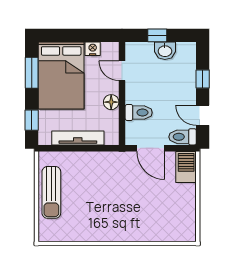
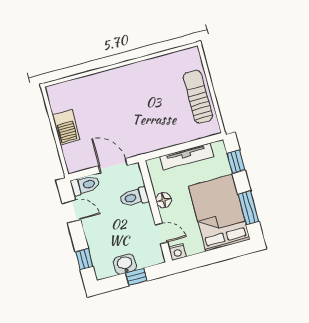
nightstand: (93, 49) -> (177, 252), moved
window: (203, 79) -> (84, 259), moved
barbecue: (186, 167) -> (66, 127), moved

